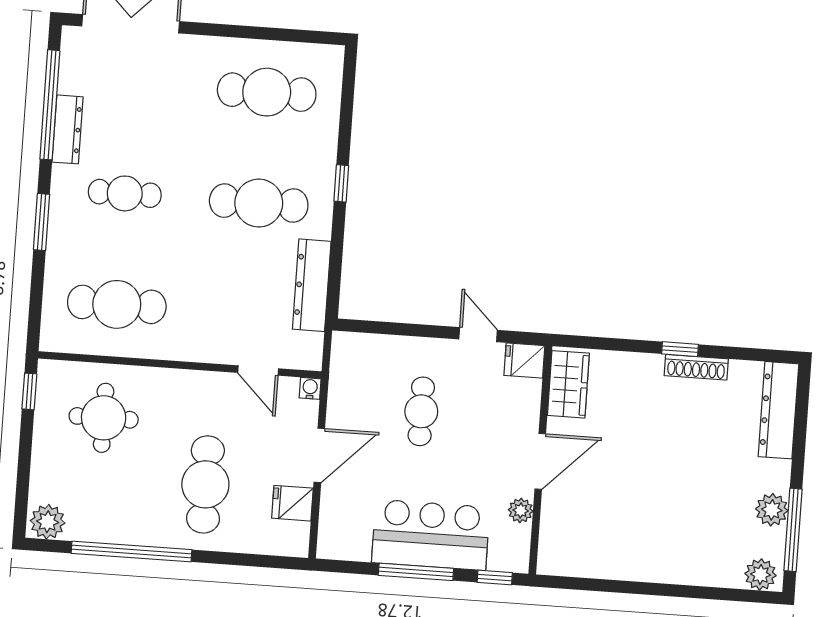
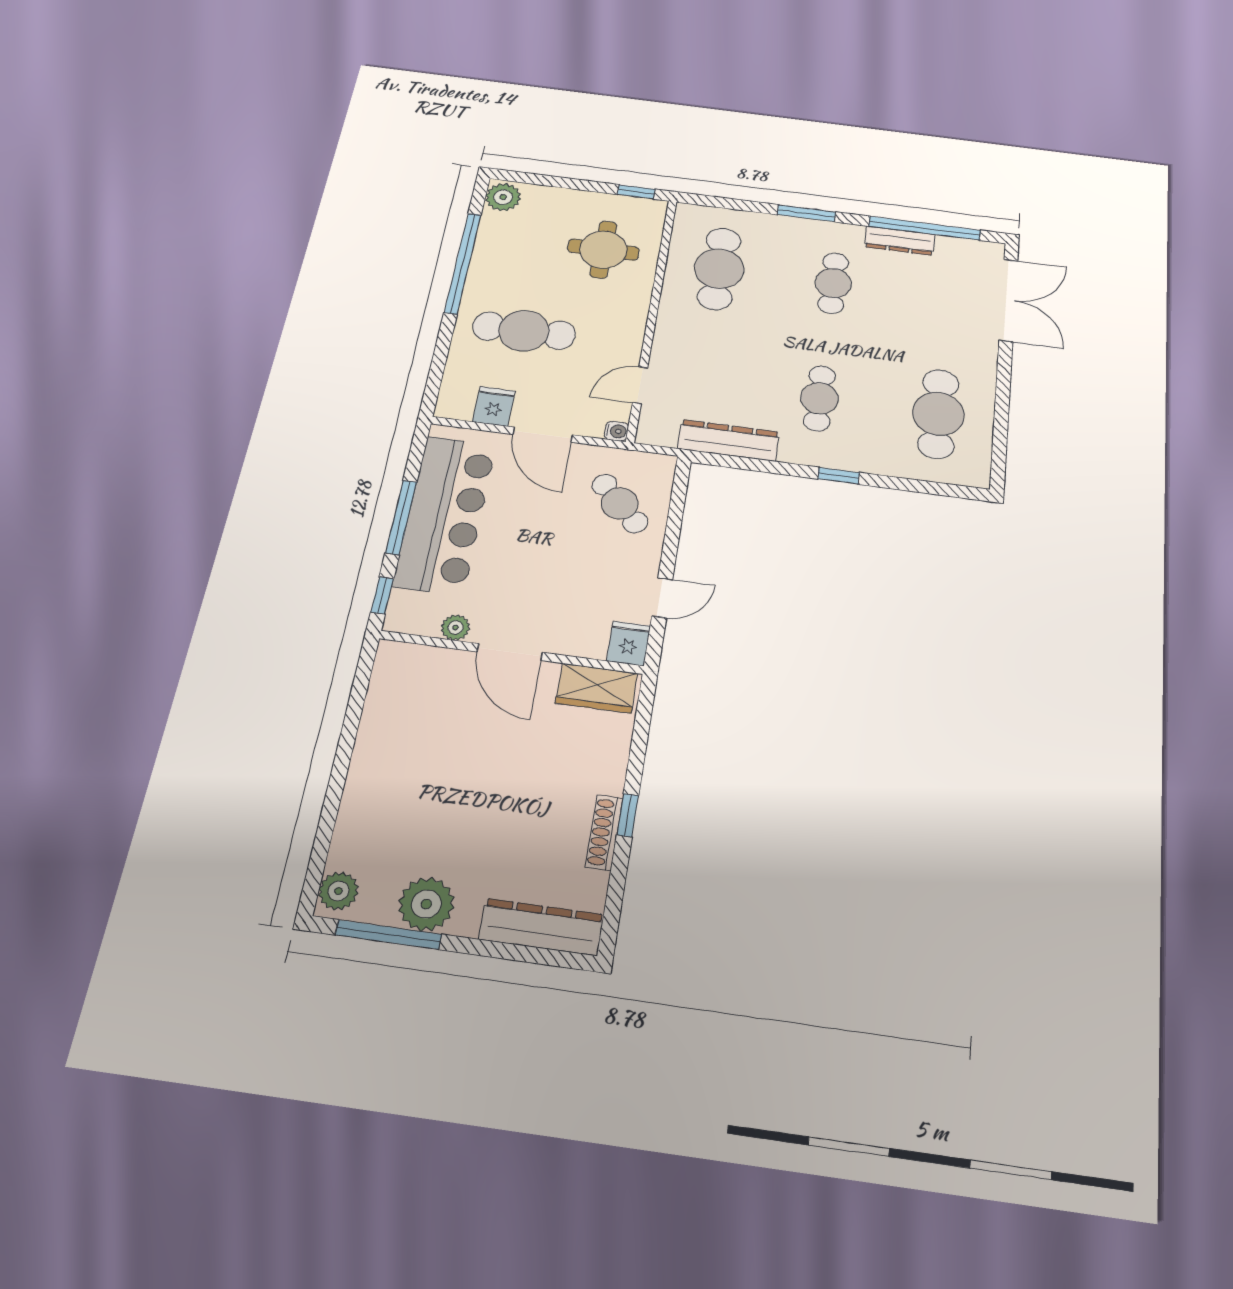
cafe table: (259, 203) -> (819, 398), width x0.73, depth x0.74
cafe table: (421, 411) -> (620, 503), moved, turned 46
plant: (772, 510) -> (426, 904), width x1.36, depth x1.36
bar counter: (431, 535) -> (445, 515), width x1.36

